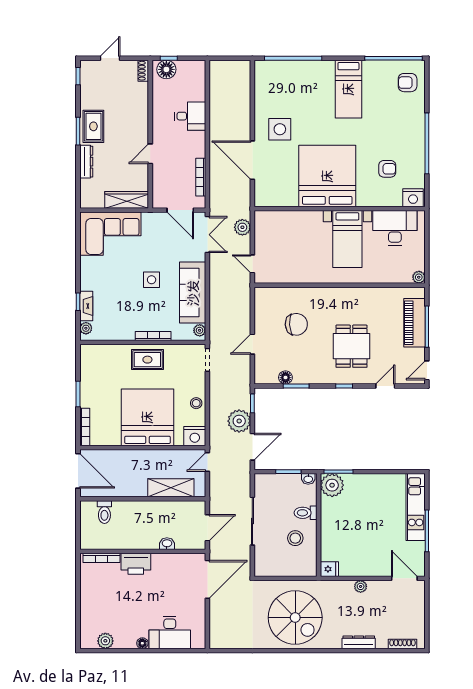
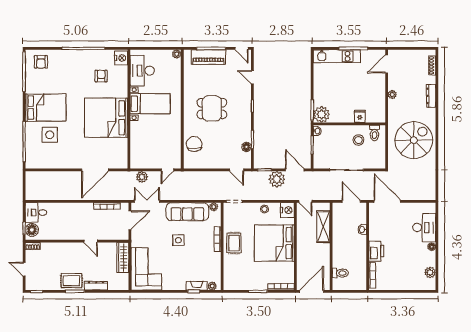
bed: (348, 89) -> (46, 108), width x1.50
desk: (190, 116) -> (36, 213), moved, turned -90
side table: (280, 129) -> (50, 135), moved
chair: (296, 324) -> (194, 144), moved
door: (252, 344) -> (237, 170), moved
dining table: (351, 346) -> (212, 109), moved
toilet: (306, 513) -> (374, 133), moved
fridge: (329, 569) -> (360, 116), moved

